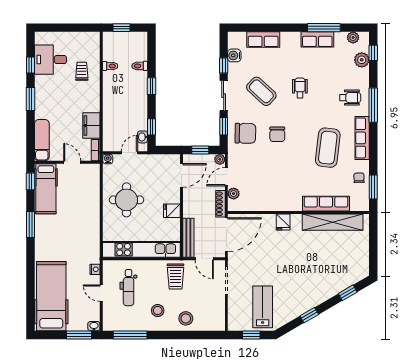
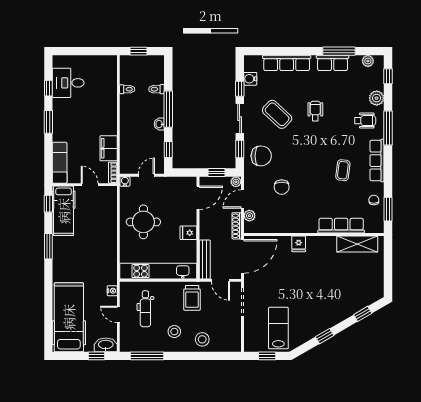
row of seats: (263, 40) -> (287, 63), width x1.48
plant: (362, 60) -> (377, 98), moved
trolley: (82, 71) -> (99, 94), removed
window: (152, 86) -> (168, 109), width x2.17
chair: (277, 134) -> (282, 187), moved
washbasin: (143, 137) -> (159, 124), moved
coffee table: (328, 148) -> (343, 170), width x0.54, depth x0.58
shelving: (333, 222) -> (357, 244), width x0.68
washbasin: (94, 326) -> (106, 345), width x1.91, depth x1.45
window: (79, 335) -> (96, 356), width x0.67

